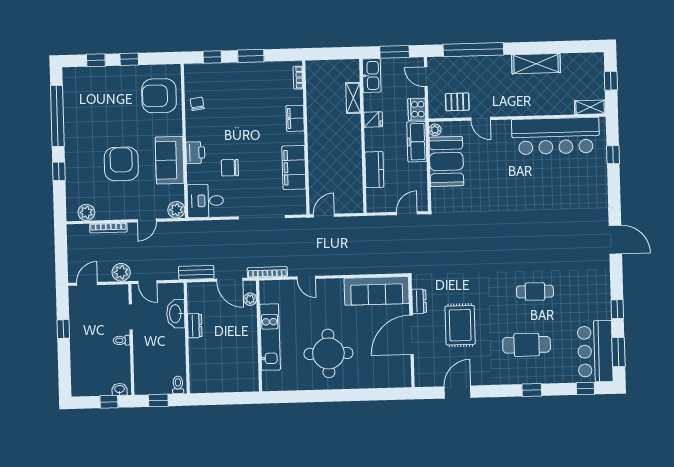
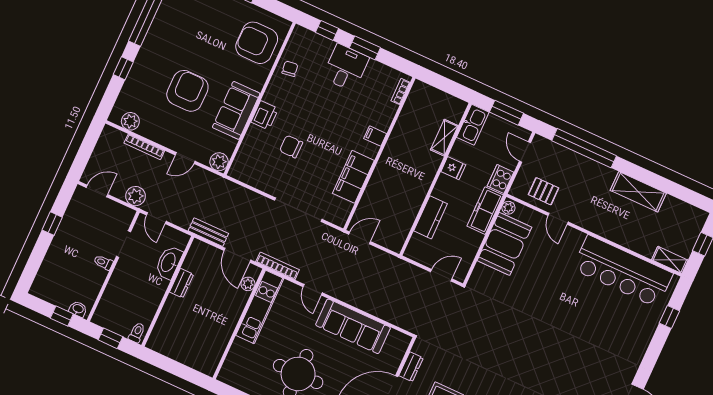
filing cabinet: (295, 118) -> (375, 136), width x0.50
desk: (205, 201) -> (346, 68), moved, turned 90
sofa: (377, 291) -> (353, 326), moved
kitchen unit: (270, 337) -> (260, 307), moved

